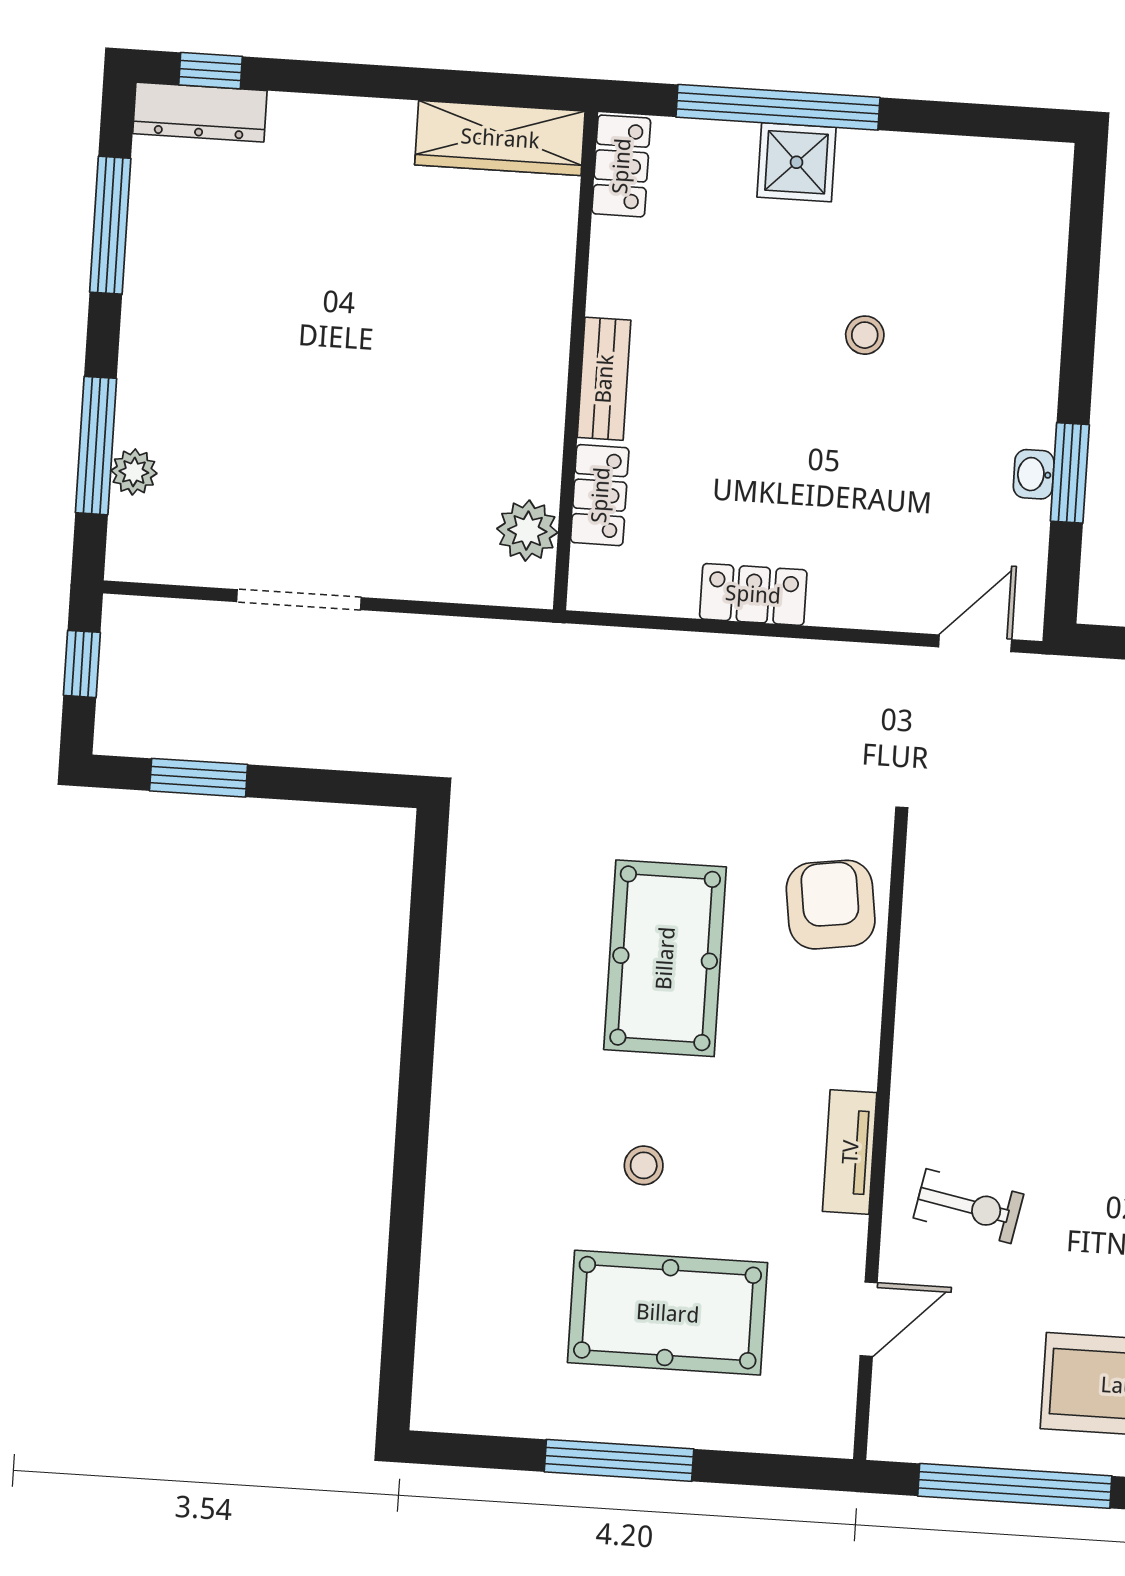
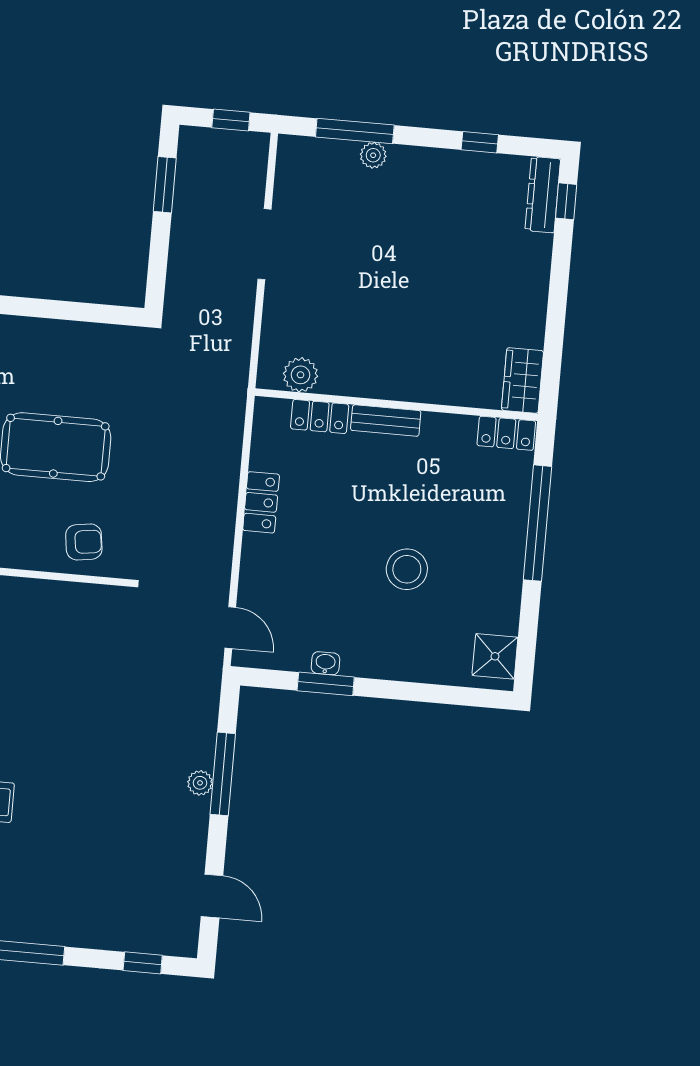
wardrobe: (500, 138) -> (522, 380), width x0.67
shower: (797, 162) -> (495, 656), moved
window: (110, 225) -> (480, 142), width x0.46
stool: (865, 335) -> (407, 569), width x1.89, depth x1.89
plant: (134, 472) -> (373, 155), moved
armchair: (831, 905) -> (84, 542), width x0.72, depth x0.72

